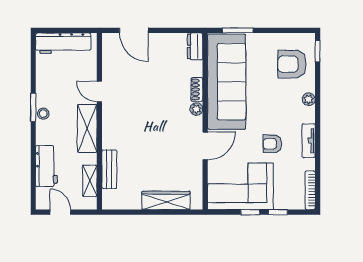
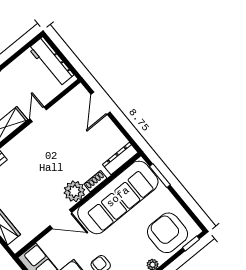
dresser: (195, 46) -> (120, 159), width x1.44
armchair: (292, 64) -> (167, 233), width x1.36, depth x1.36
plant: (196, 109) -> (74, 191), width x1.87, depth x1.87

